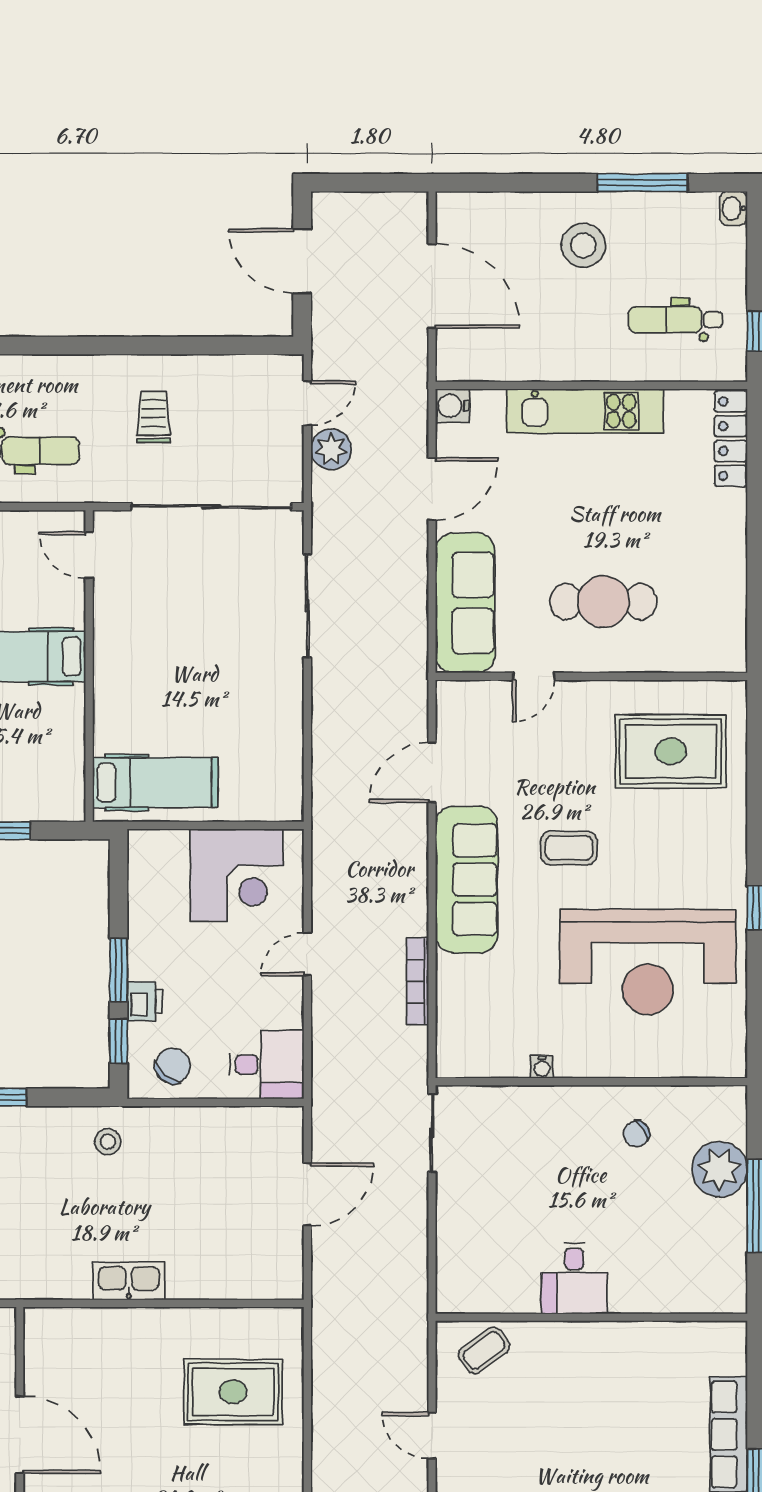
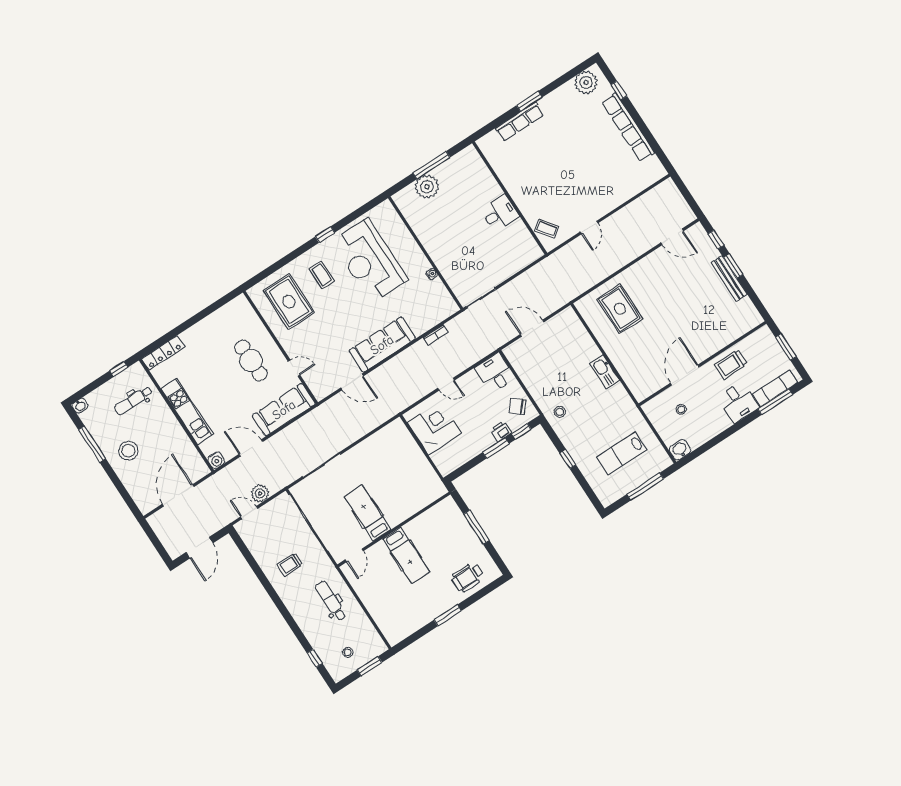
dental chair: (675, 320) -> (133, 400), turned 90
hospital bed: (155, 783) -> (368, 513), moved
coffee table: (569, 848) -> (322, 275), moved
reception desk: (648, 962) -> (370, 261), turned 180
bookcase: (417, 981) -> (436, 335), width x0.64
chair: (636, 1134) -> (434, 225), removed

